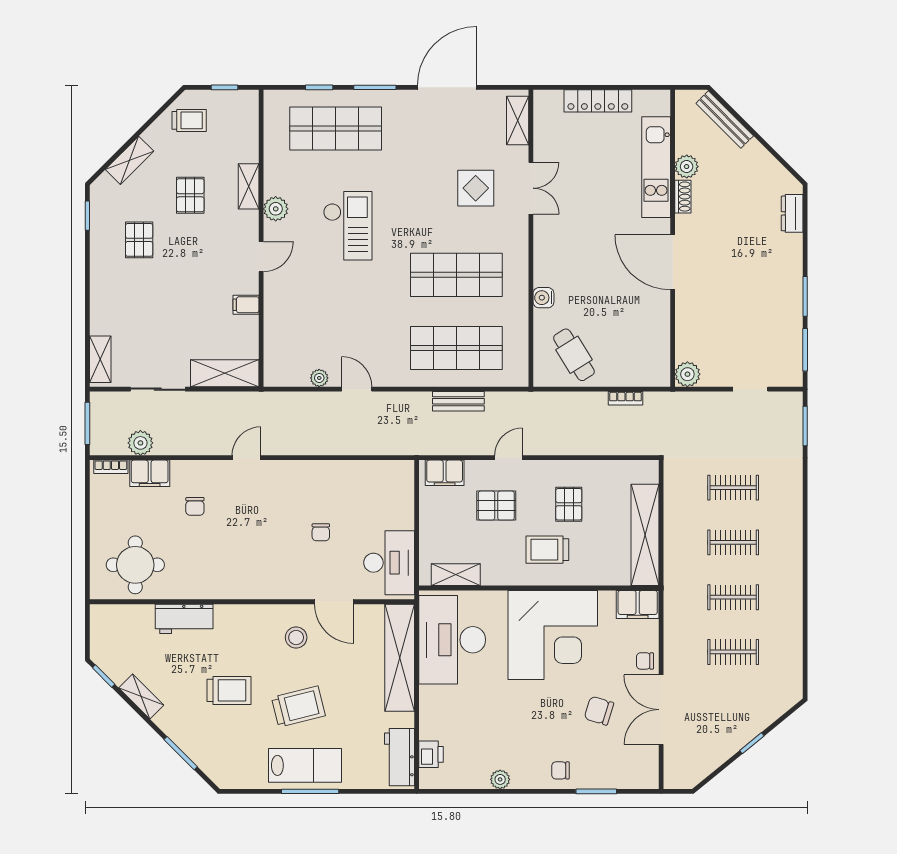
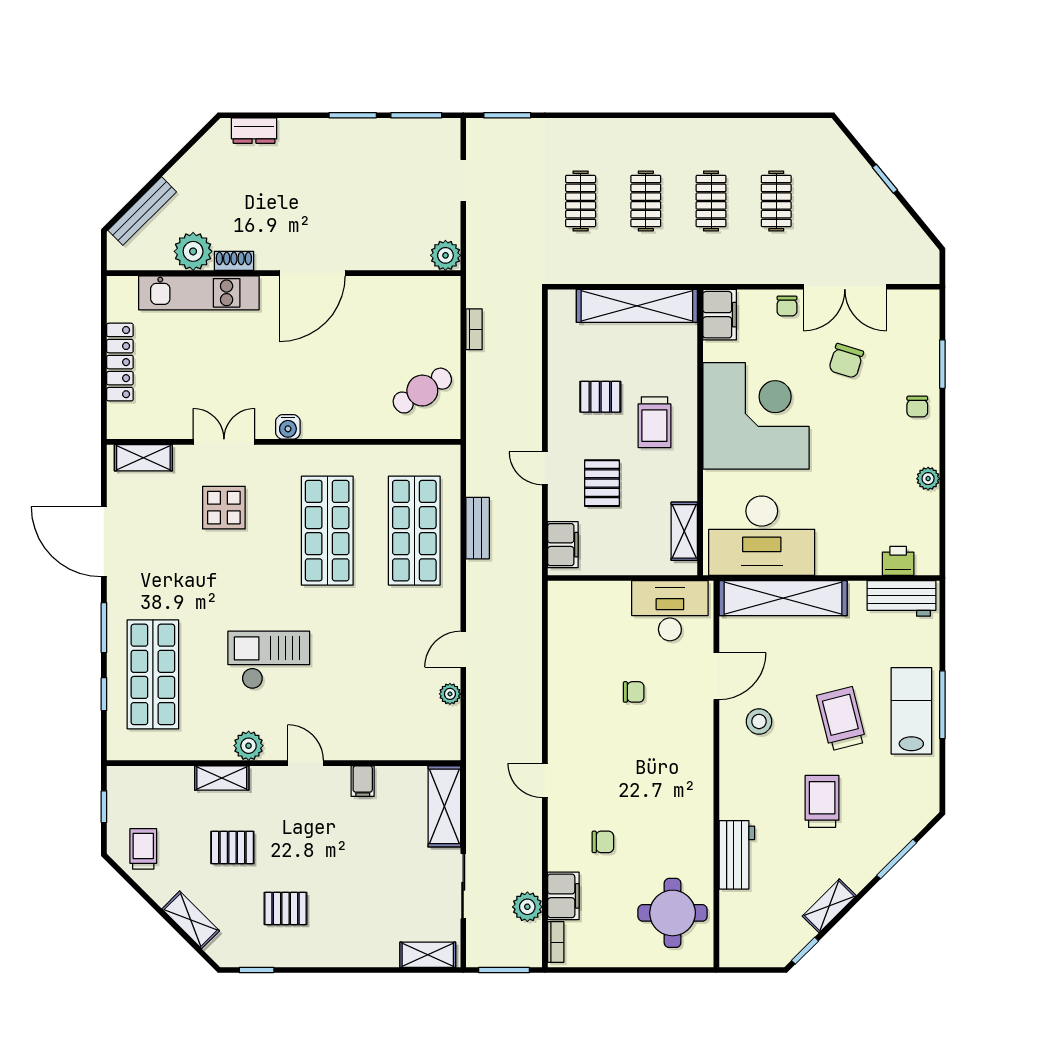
plant: (687, 167) -> (193, 251), width x1.36, depth x1.36
water cooler: (543, 298) -> (288, 427), moved

